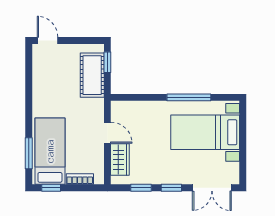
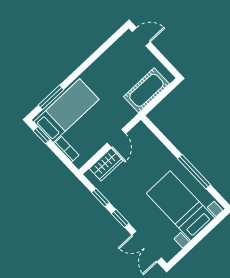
door: (48, 41) -> (141, 37), hinge flipped
window: (107, 62) -> (165, 92), removed

